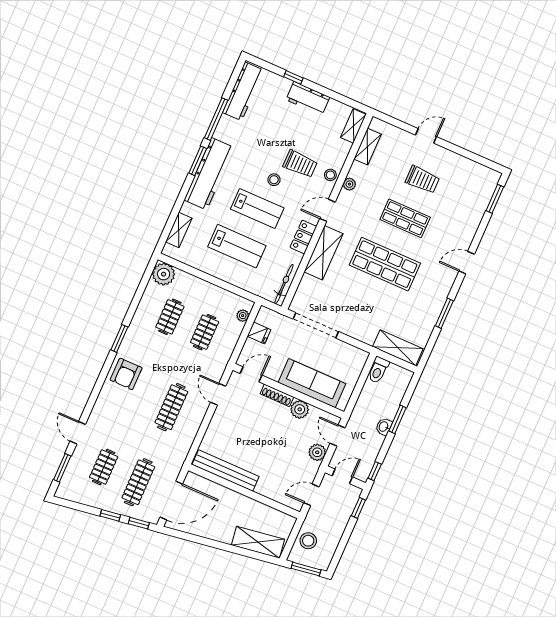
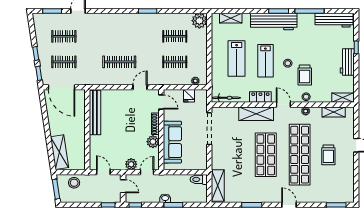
shop shelf: (405, 218) -> (300, 155), width x2.00, depth x1.36
armchair: (126, 374) -> (128, 25), removed
clothes rail: (138, 482) -> (64, 62), width x0.73

